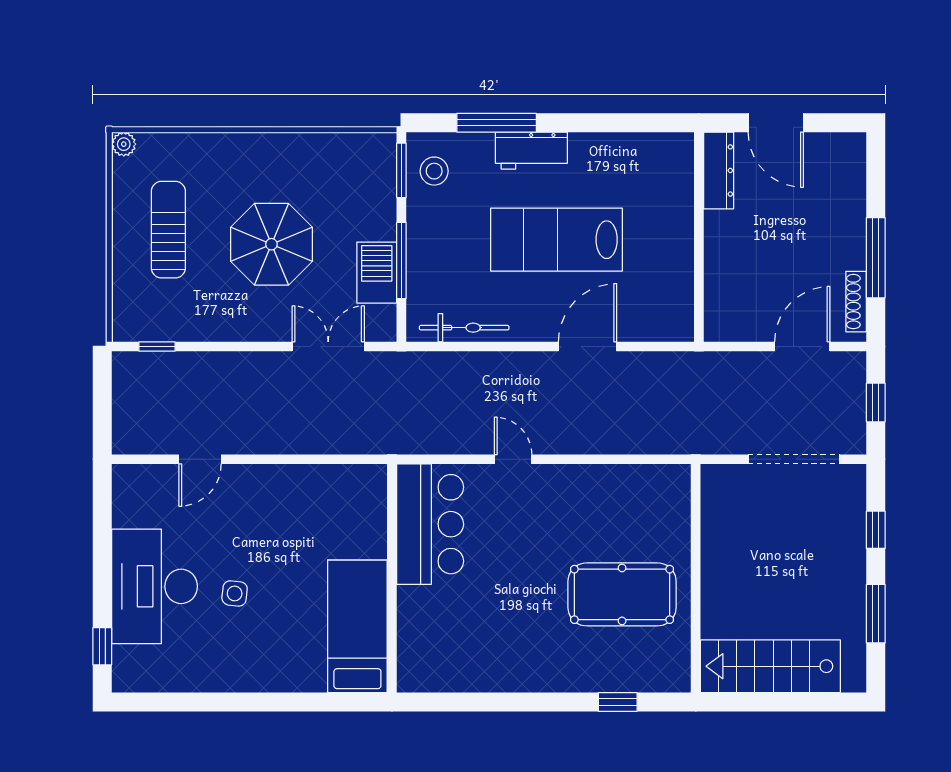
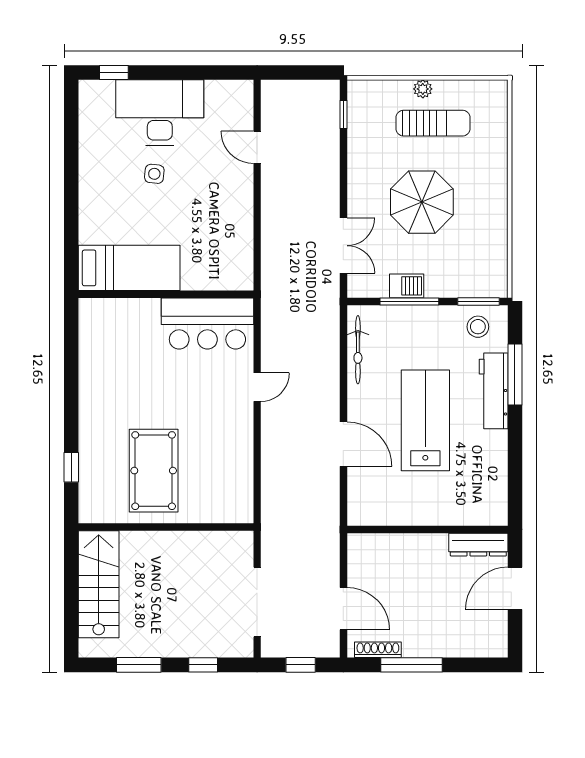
plant: (124, 144) -> (423, 89), moved
workbench: (531, 151) -> (494, 391), width x1.38
barbecue: (377, 273) -> (407, 286), width x0.73, depth x0.79

